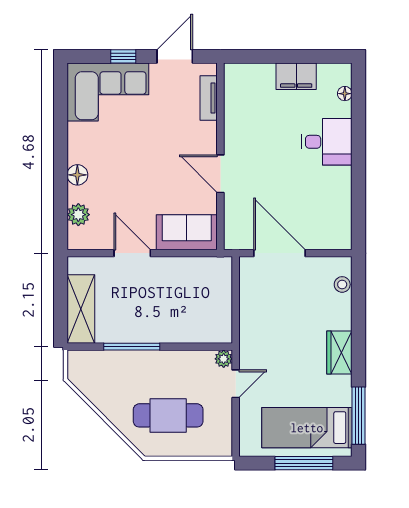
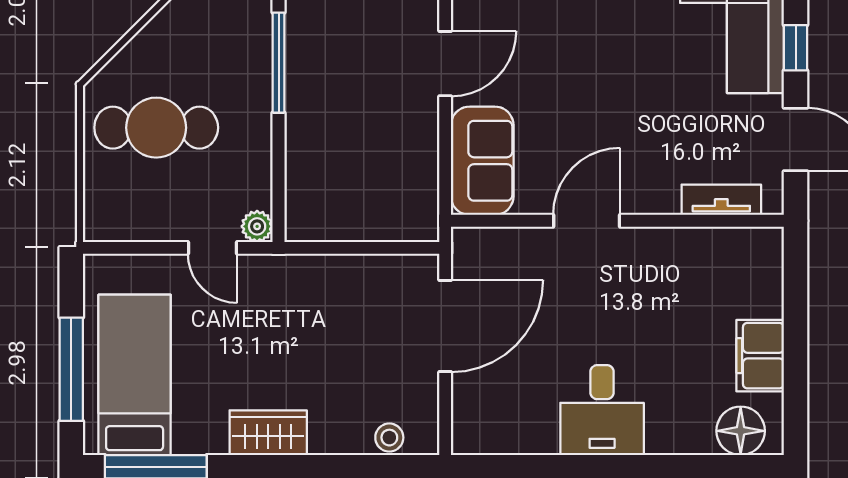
floor lamp: (345, 94) -> (741, 431), width x1.89, depth x1.89
desk: (327, 142) -> (602, 410), moved
cafe table: (168, 415) -> (156, 128), turned 90

